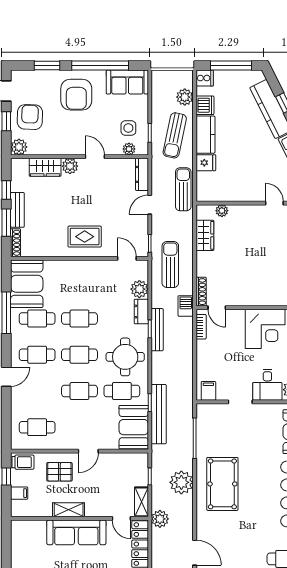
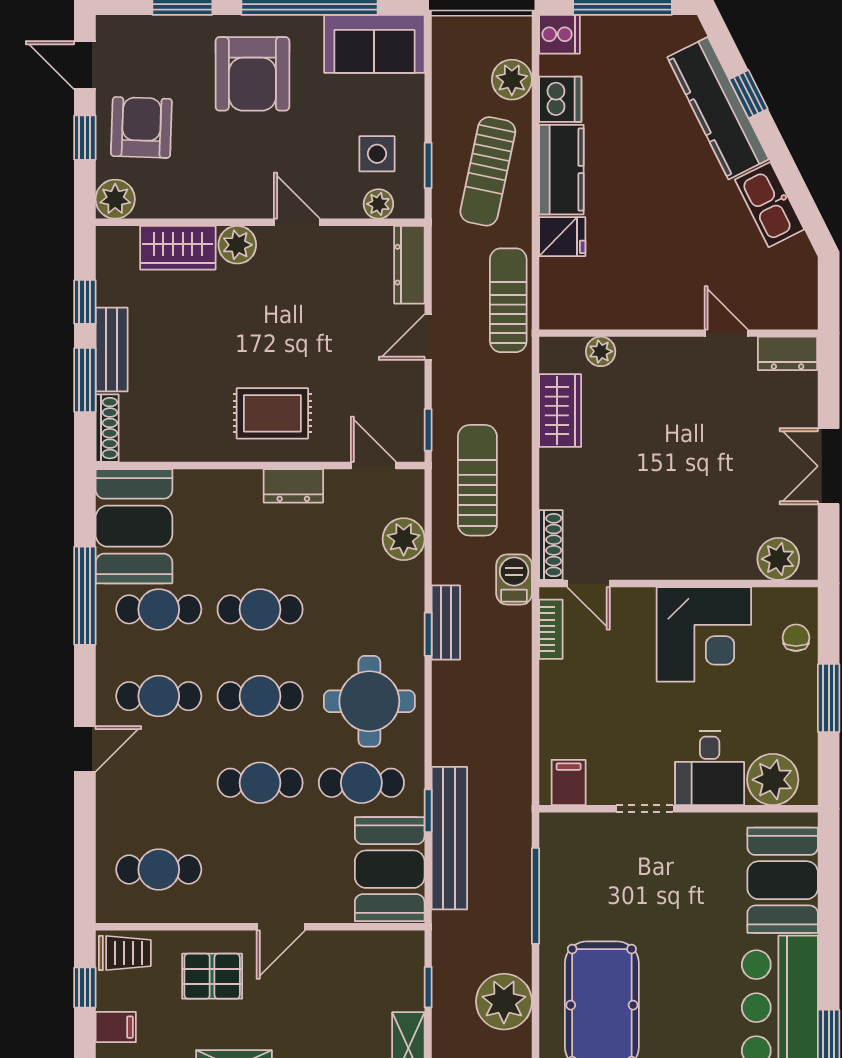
dresser: (141, 312) -> (293, 486), moved, turned -90
bench: (157, 330) -> (446, 623), width x0.73

